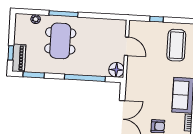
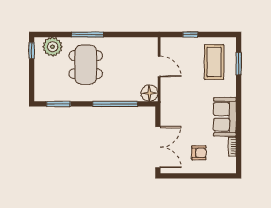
plant: (36, 19) -> (53, 47), width x1.88, depth x1.88
window: (11, 53) -> (32, 51), moved
piano: (19, 58) -> (41, 86), removed

